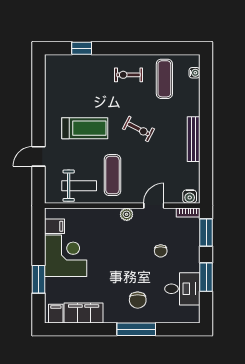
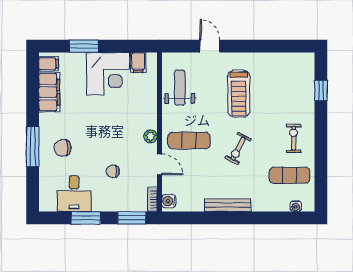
exercise mat: (112, 175) -> (189, 140), moved
weight bench: (79, 186) -> (180, 88), turned 180

